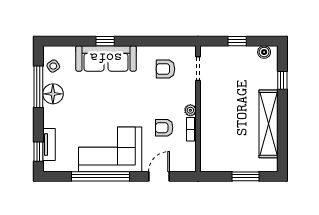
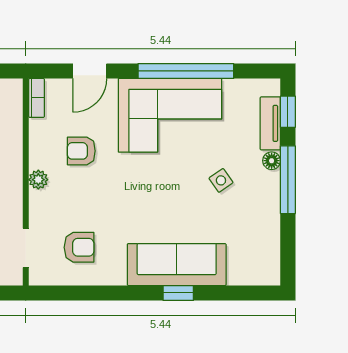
side table: (53, 66) -> (221, 180), moved
window: (38, 87) -> (288, 180), moved
floor lamp: (53, 94) -> (272, 161), moved, width x0.53, depth x0.53
armchair: (164, 128) -> (81, 151), turned 180
bookcase: (191, 129) -> (37, 98), moved

